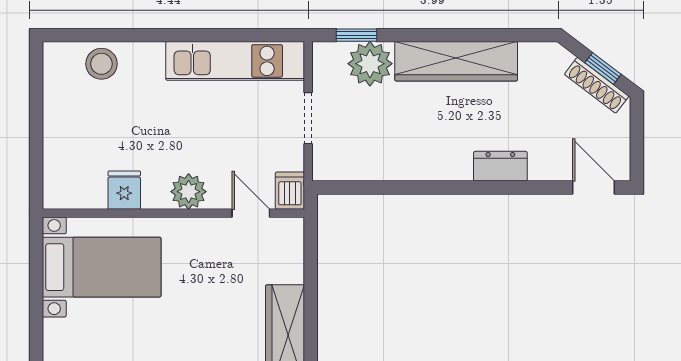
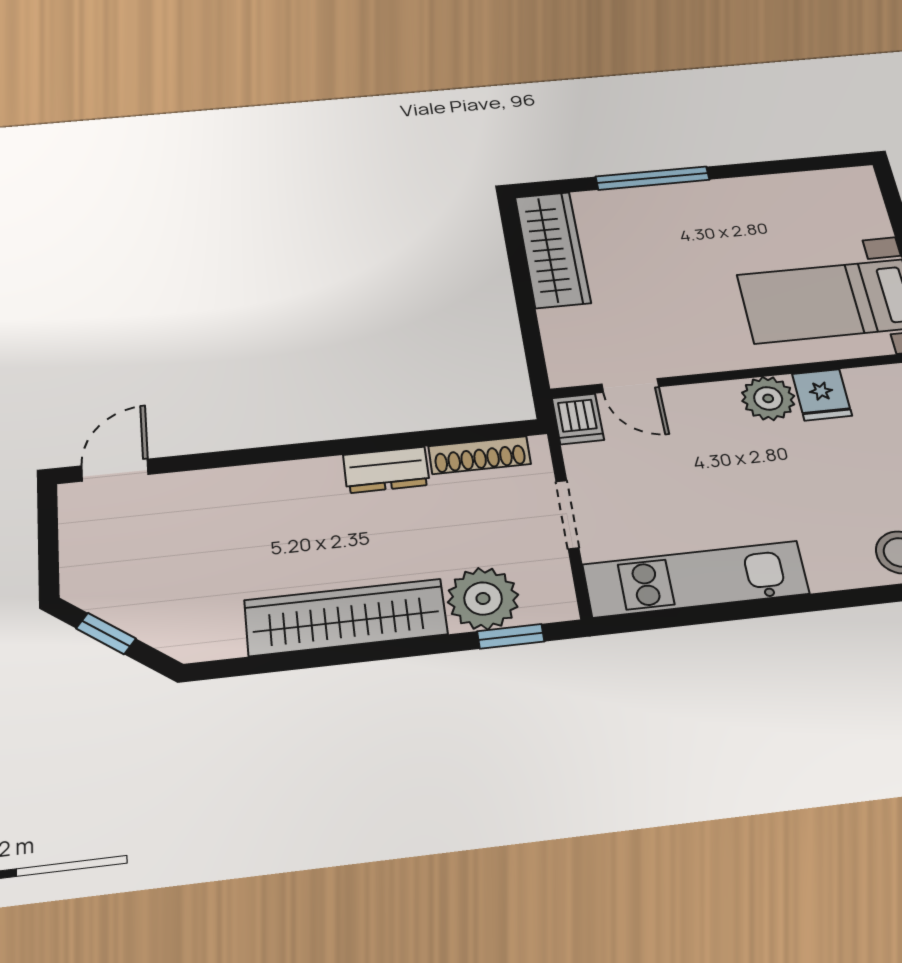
shoe rack: (597, 85) -> (480, 455), moved, turned 143
dresser: (500, 166) -> (386, 470), moved
door: (593, 187) -> (115, 470), swing flipped
plant: (189, 192) -> (768, 398), moved

